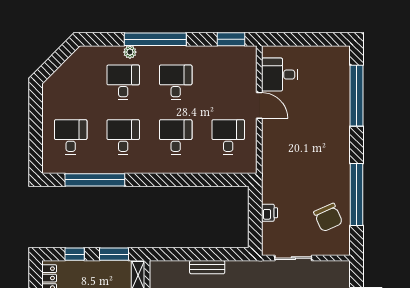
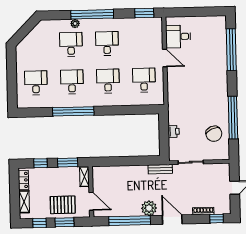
window: (95, 180) -> (73, 111), moved
bench: (207, 267) -> (160, 169), moved

